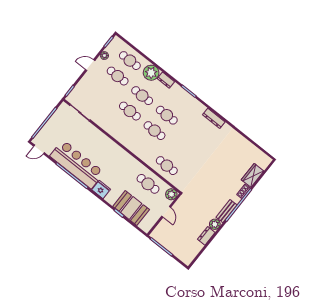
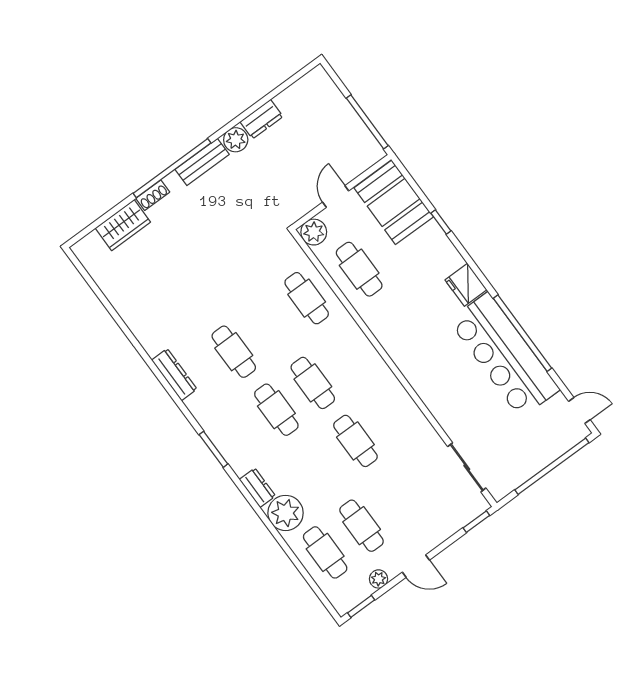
cafe table: (142, 96) -> (234, 352), moved
booth: (131, 208) -> (394, 202), moved

